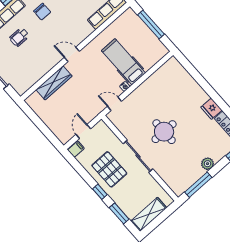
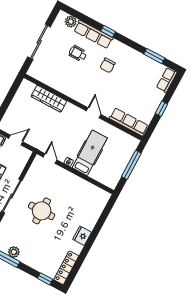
door: (72, 54) -> (94, 113), moved
fridge: (211, 109) -> (82, 236), moved
plant: (207, 164) -> (14, 252), moved

